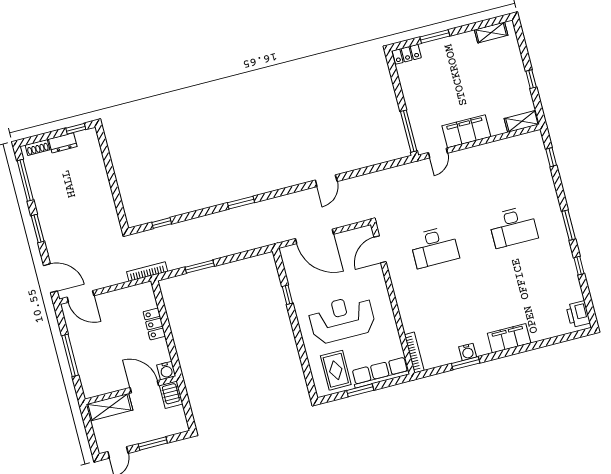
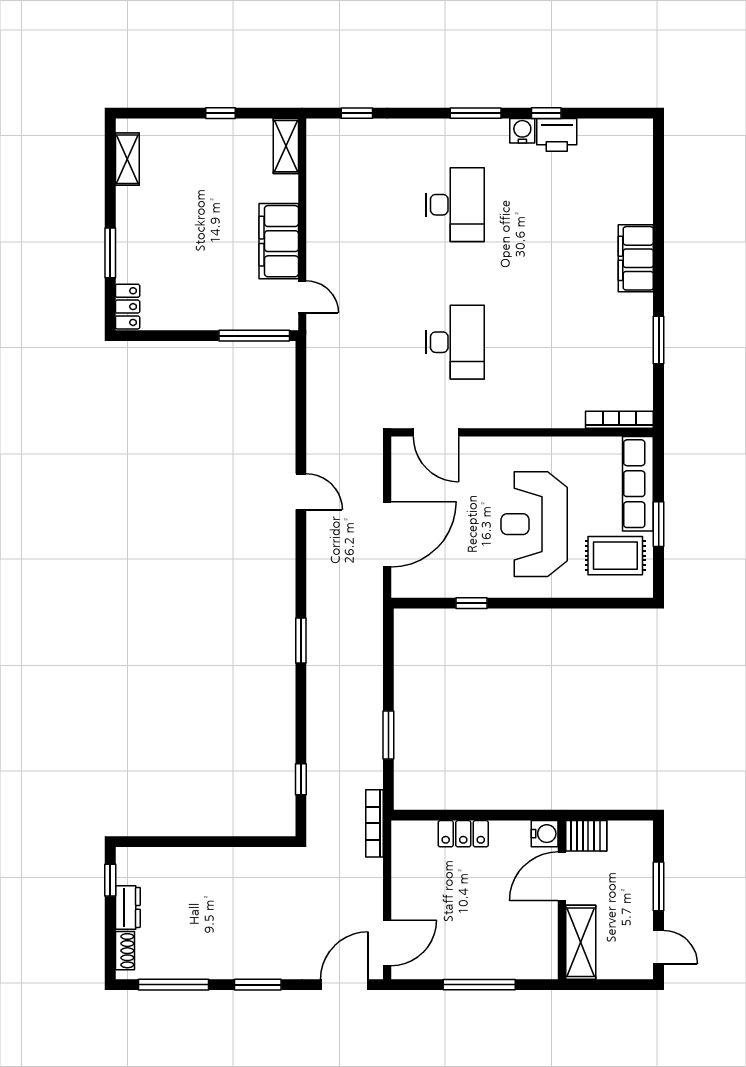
printer: (578, 314) -> (557, 135), moved
water cooler: (468, 352) -> (522, 131), moved, turned -90

